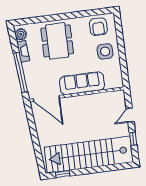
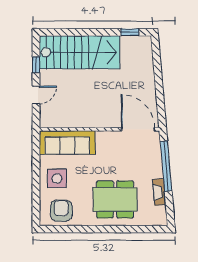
plant: (21, 34) -> (159, 214), removed
dining table: (57, 41) -> (115, 199), turned 90
sofa: (82, 83) -> (67, 142), moved
stairs: (89, 155) -> (79, 52), width x0.73

